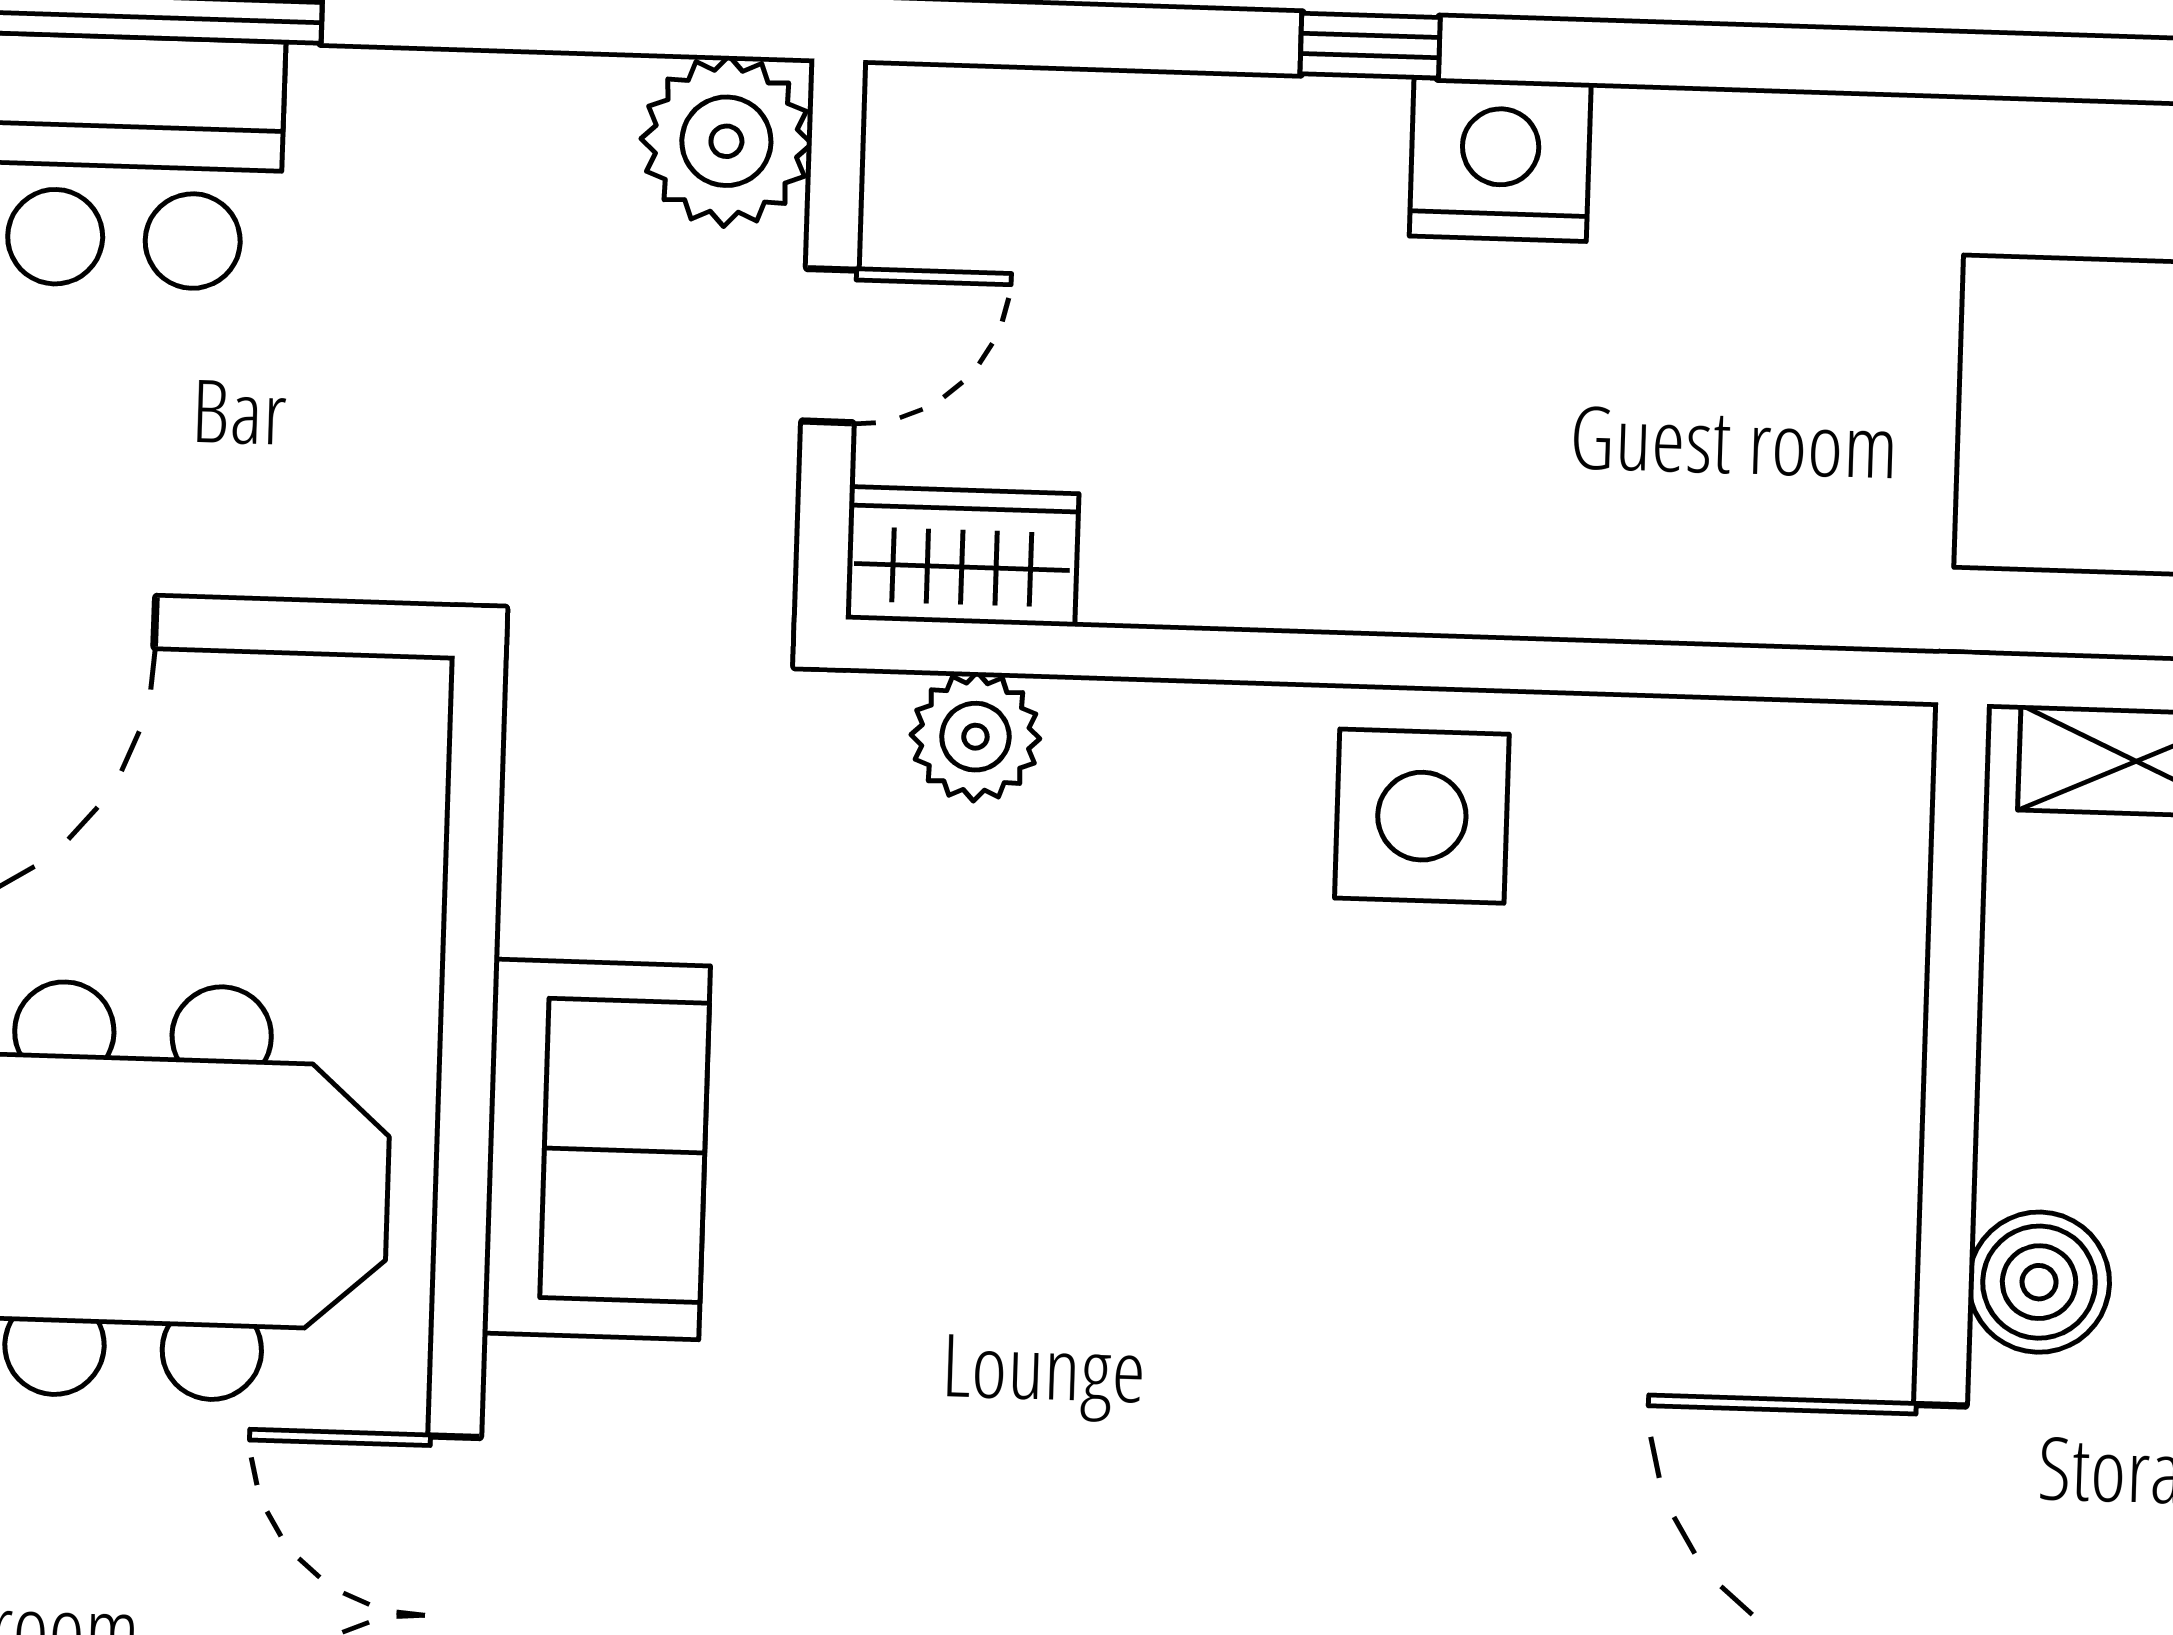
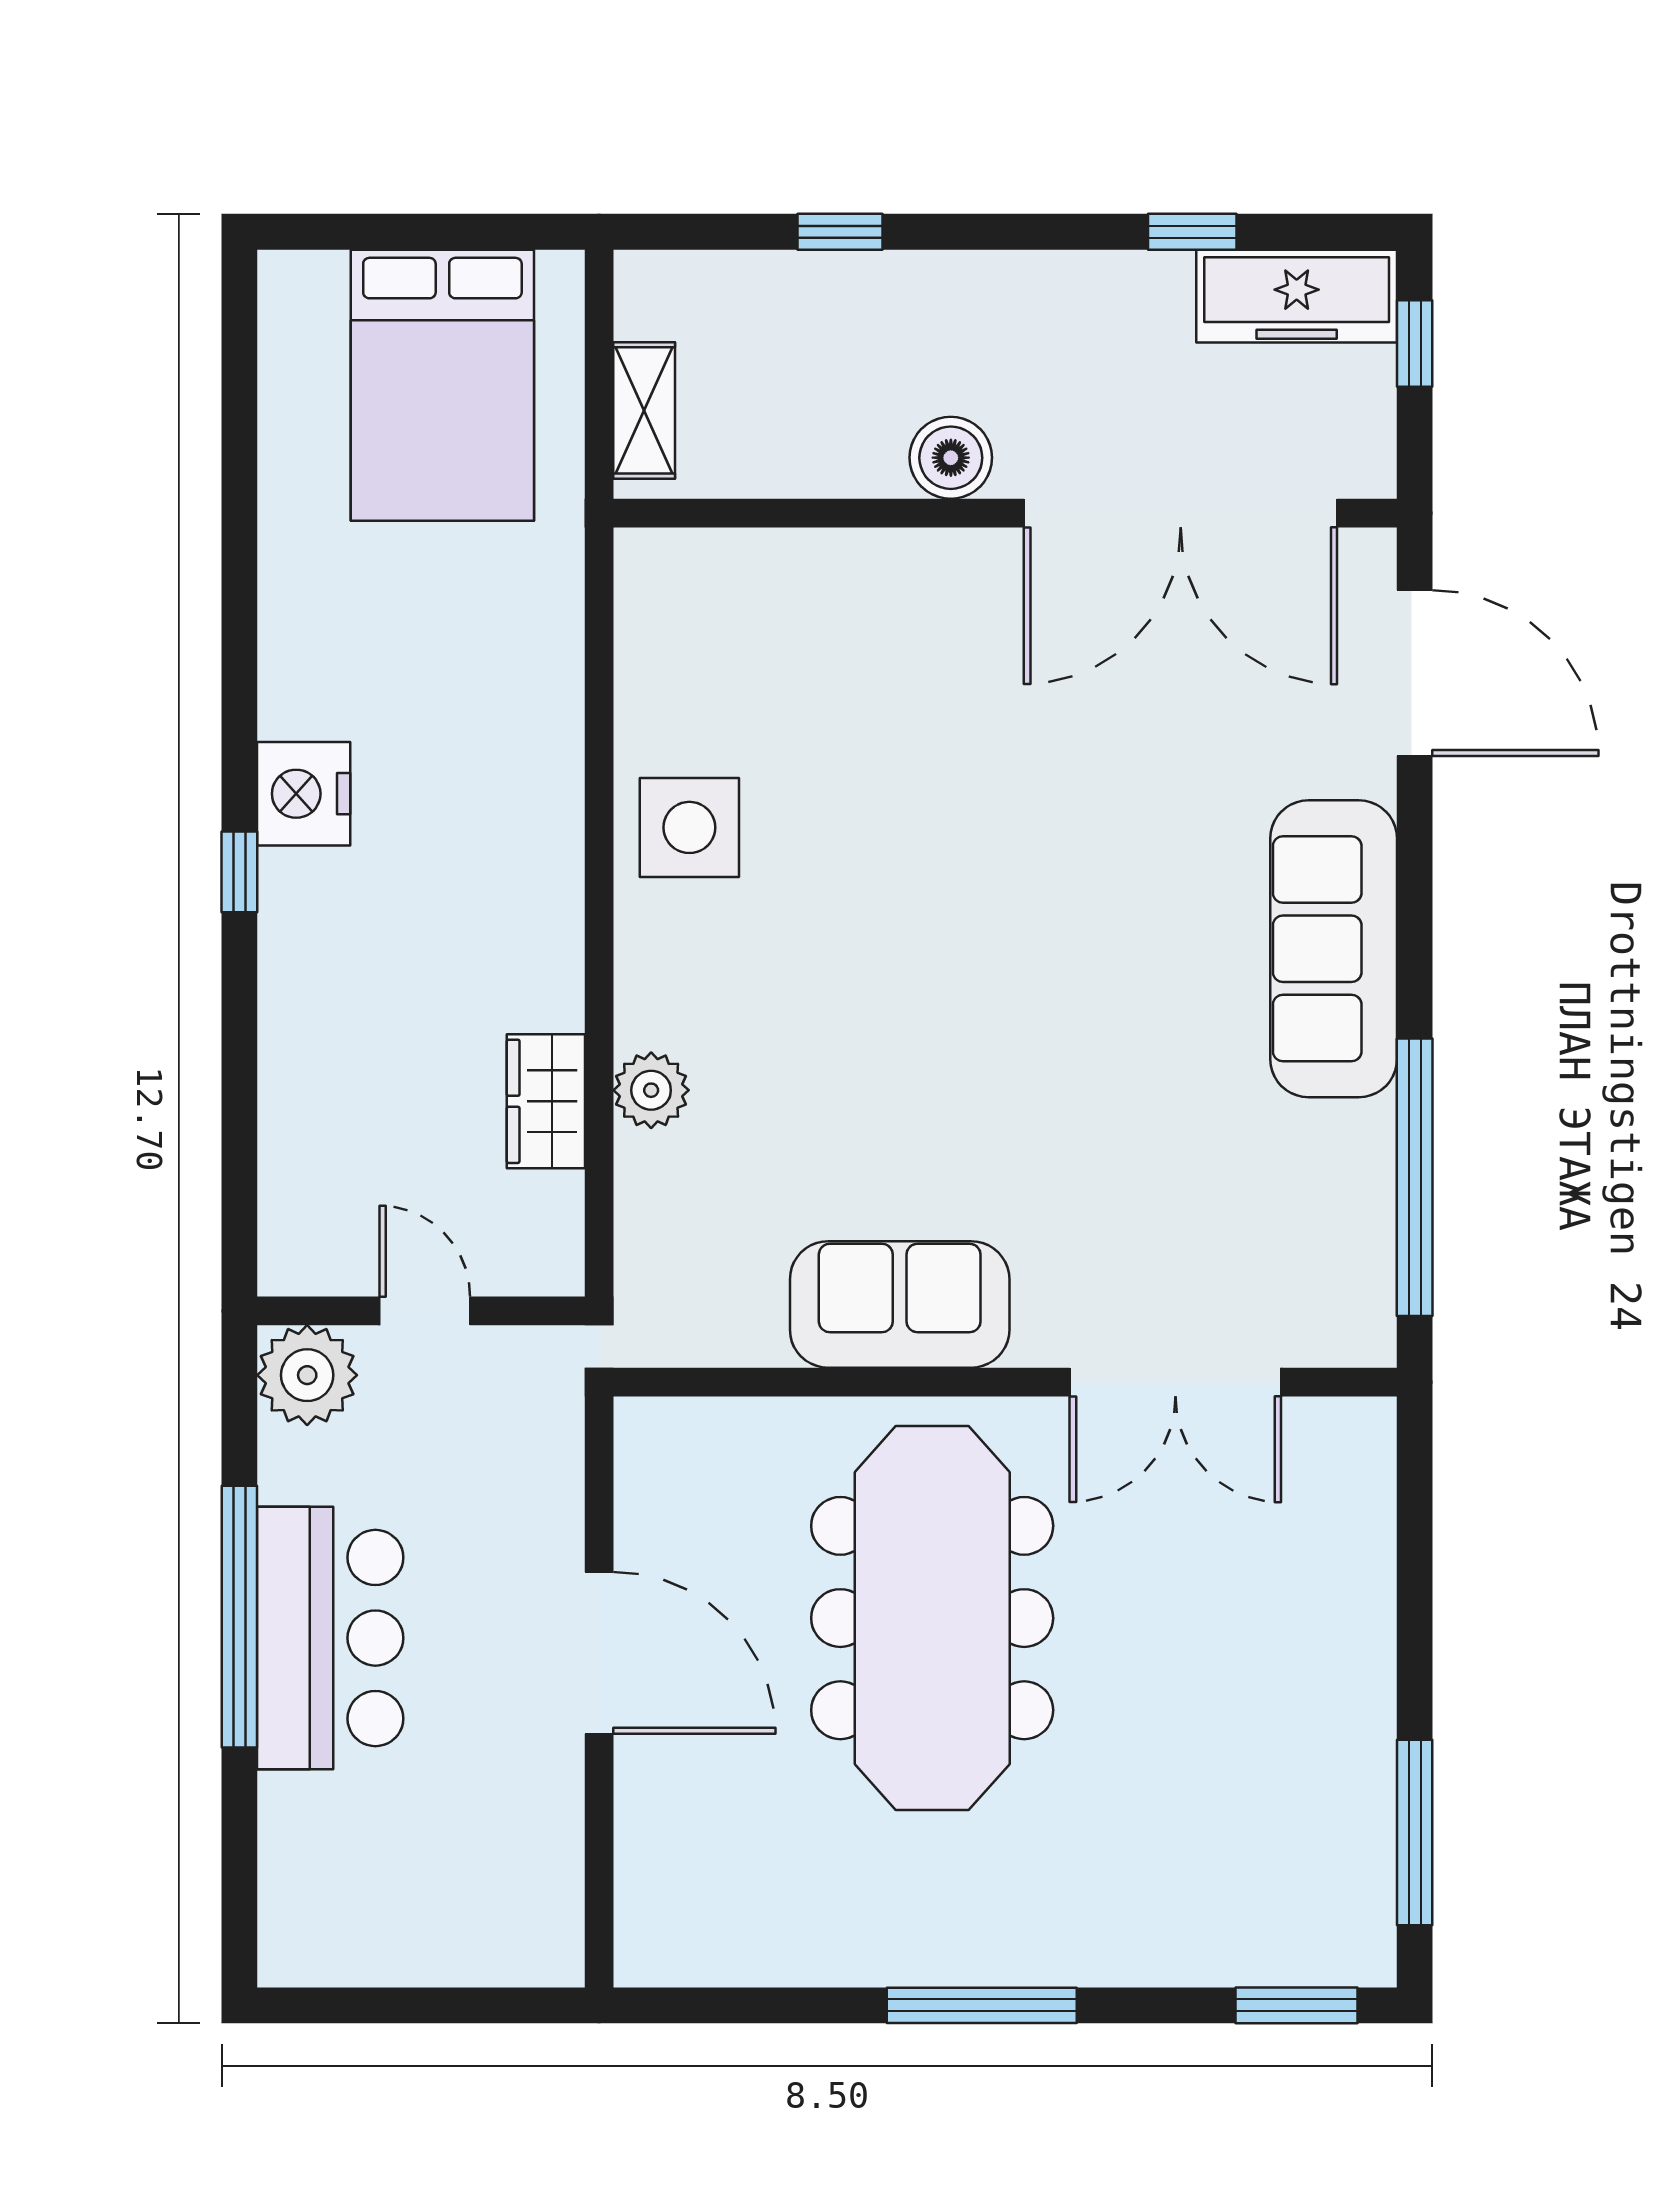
plant: (726, 141) -> (307, 1375), moved
wall: (830, 339) -> (421, 1311), moved
door: (830, 346) -> (425, 1311), moved

